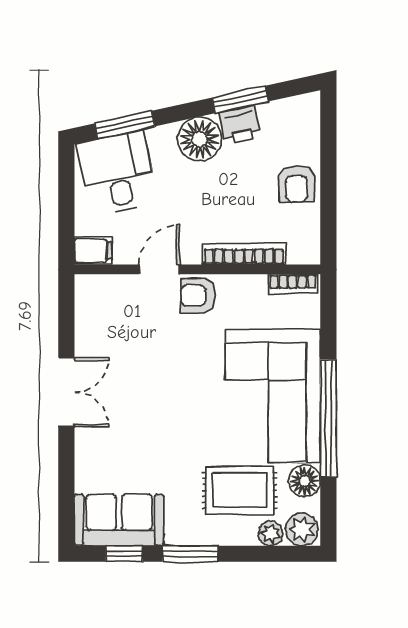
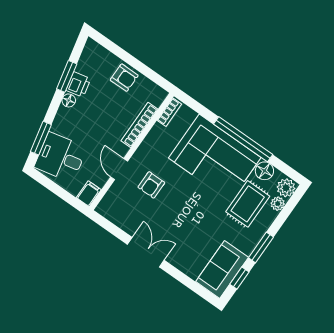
floor lamp: (200, 139) -> (69, 100), width x0.53, depth x0.53
armchair: (198, 296) -> (151, 185), moved

